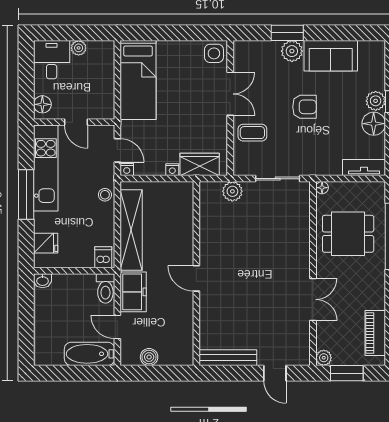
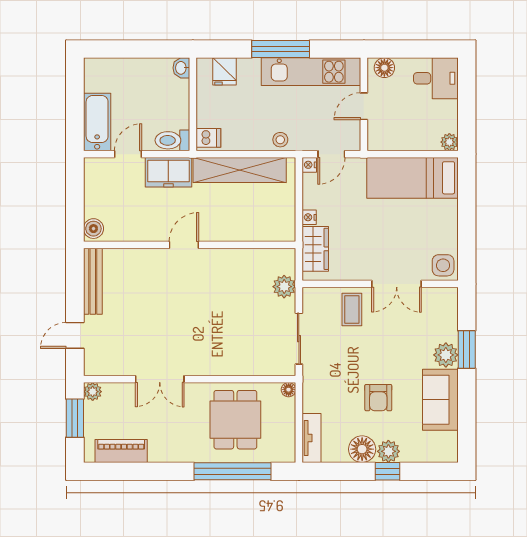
plant: (79, 48) -> (449, 142), moved
armchair: (304, 107) -> (378, 398), moved
boiler: (149, 357) -> (93, 229), moved

